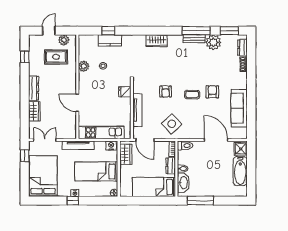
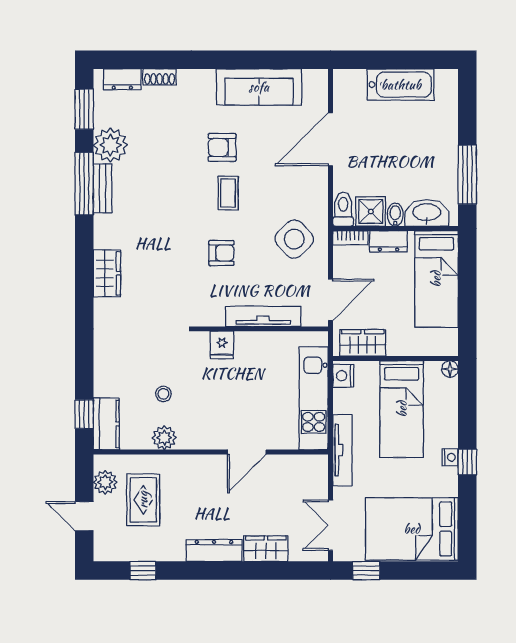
window: (108, 31) -> (84, 414), moved
kitchen counter: (110, 40) -> (106, 424), moved
shower: (241, 149) -> (371, 212), moved

